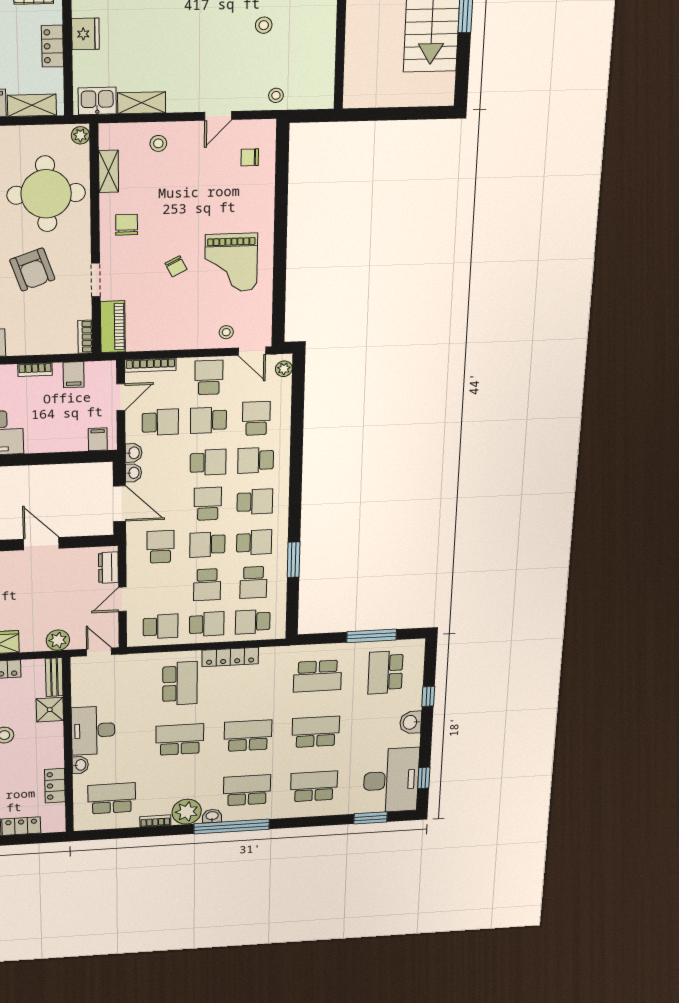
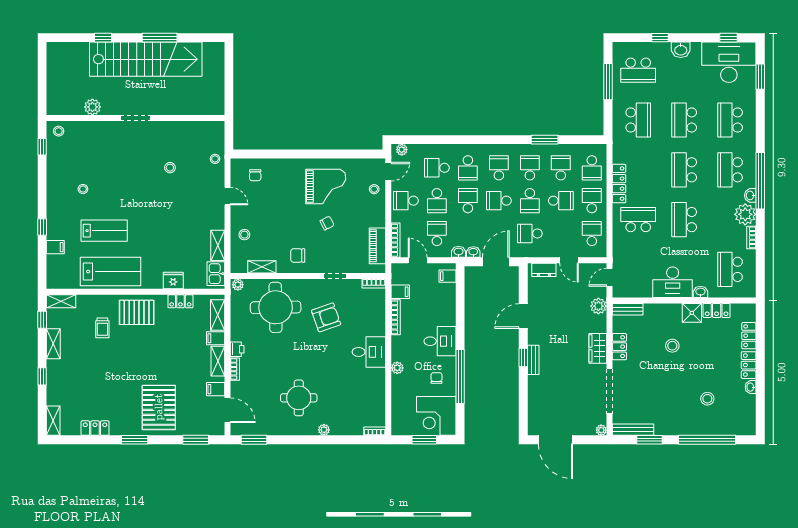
piano: (113, 327) -> (377, 246), moved, turned -90
bookcase: (35, 370) -> (396, 317), width x1.56
school desk: (253, 582) -> (561, 168), turned -90
shower: (50, 710) -> (692, 313), moved

